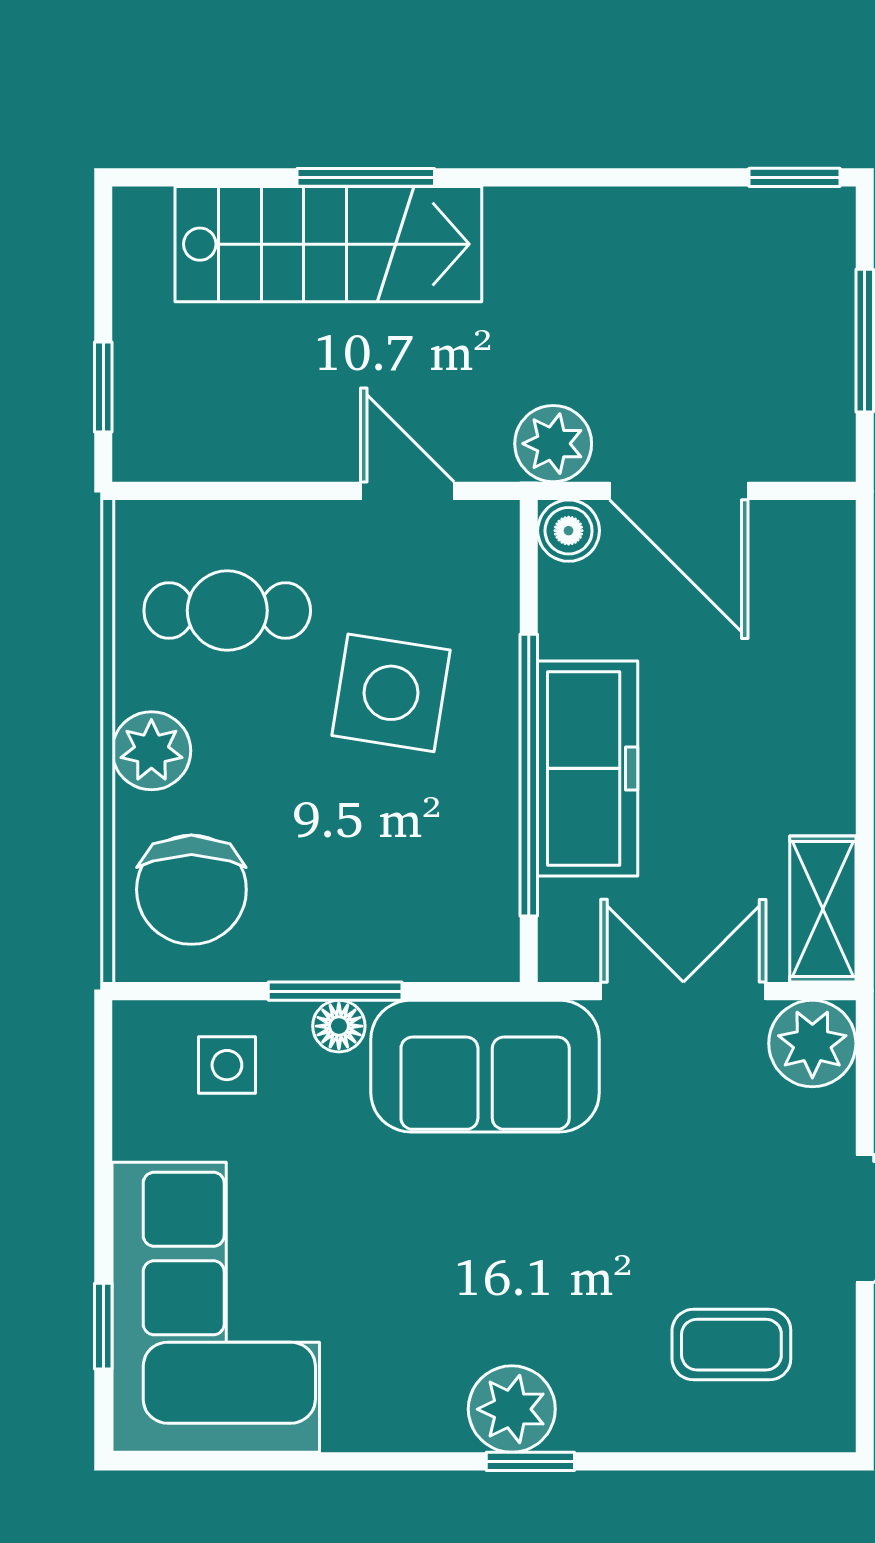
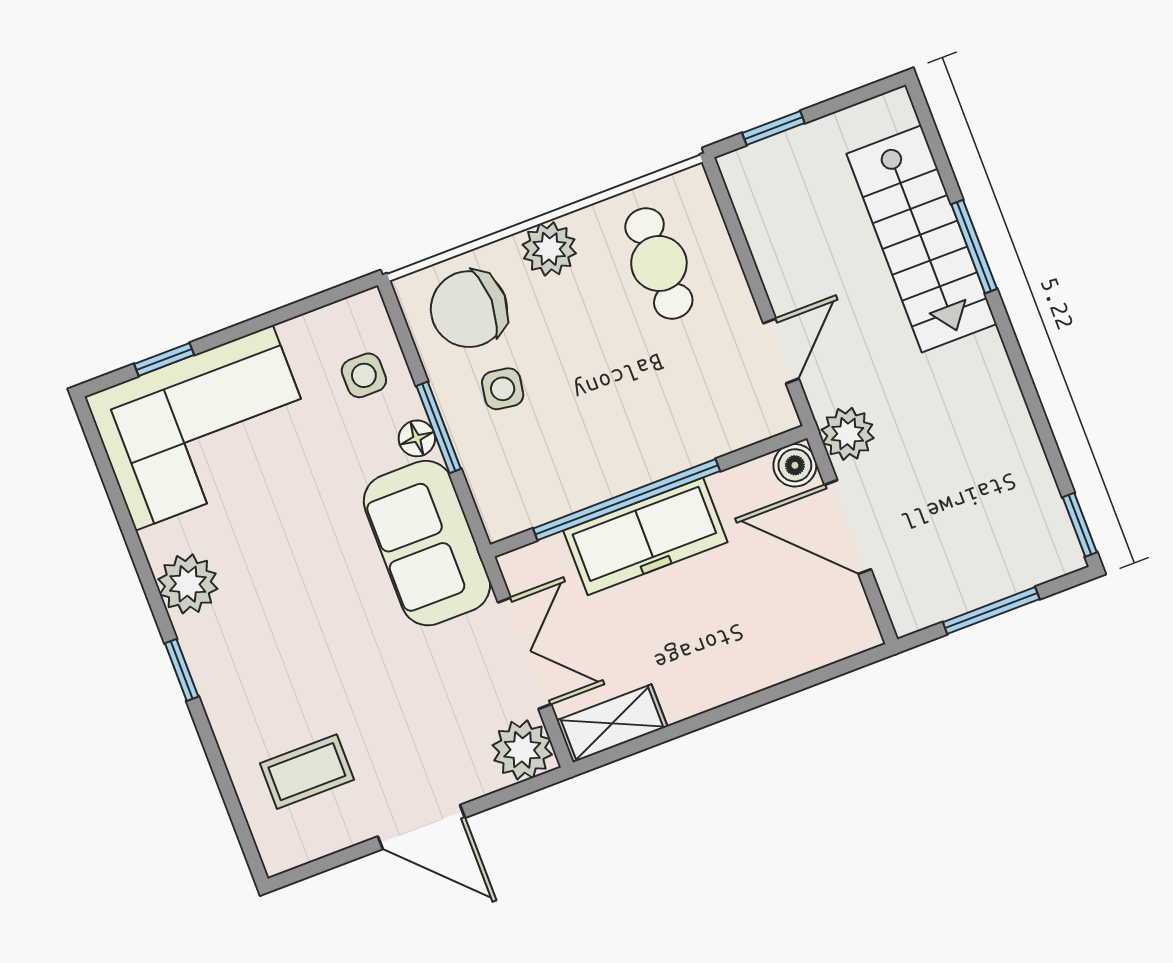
door: (679, 491) -> (848, 527), hinge flipped
side table: (391, 693) -> (503, 389), moved, width x0.54, depth x0.54
coffee table: (731, 1345) -> (307, 772), turned 90
plant: (512, 1409) -> (188, 584), moved

